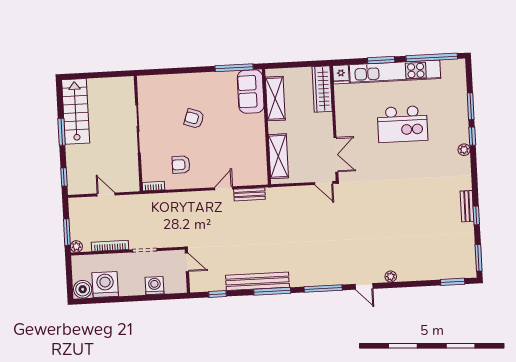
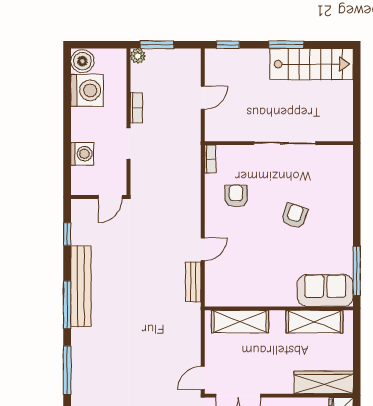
door: (224, 188) -> (203, 249), hinge flipped
bookcase: (110, 246) -> (136, 108), width x0.64

